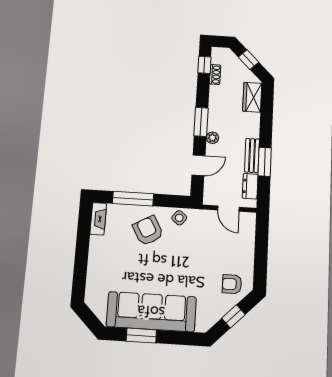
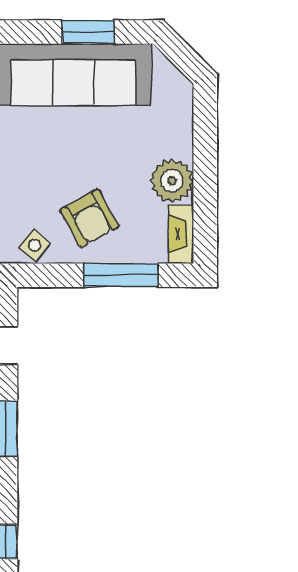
plant: (101, 248) -> (172, 181), added

